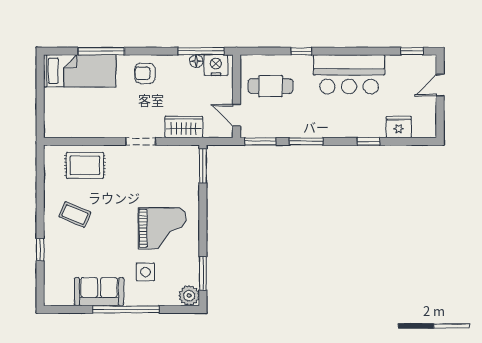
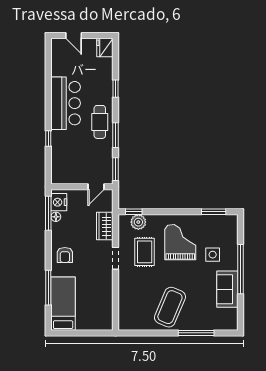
window: (412, 51) -> (48, 56), removed
cafe table: (271, 86) -> (100, 122), moved
fridge: (399, 127) -> (105, 48), moved
rug: (85, 165) -> (145, 252), moved
window: (203, 166) -> (134, 212), width x0.67
coffee table: (75, 215) -> (170, 307), width x1.86, depth x1.72
window: (40, 250) -> (196, 333), width x2.17
plant: (189, 296) -> (138, 222), moved

